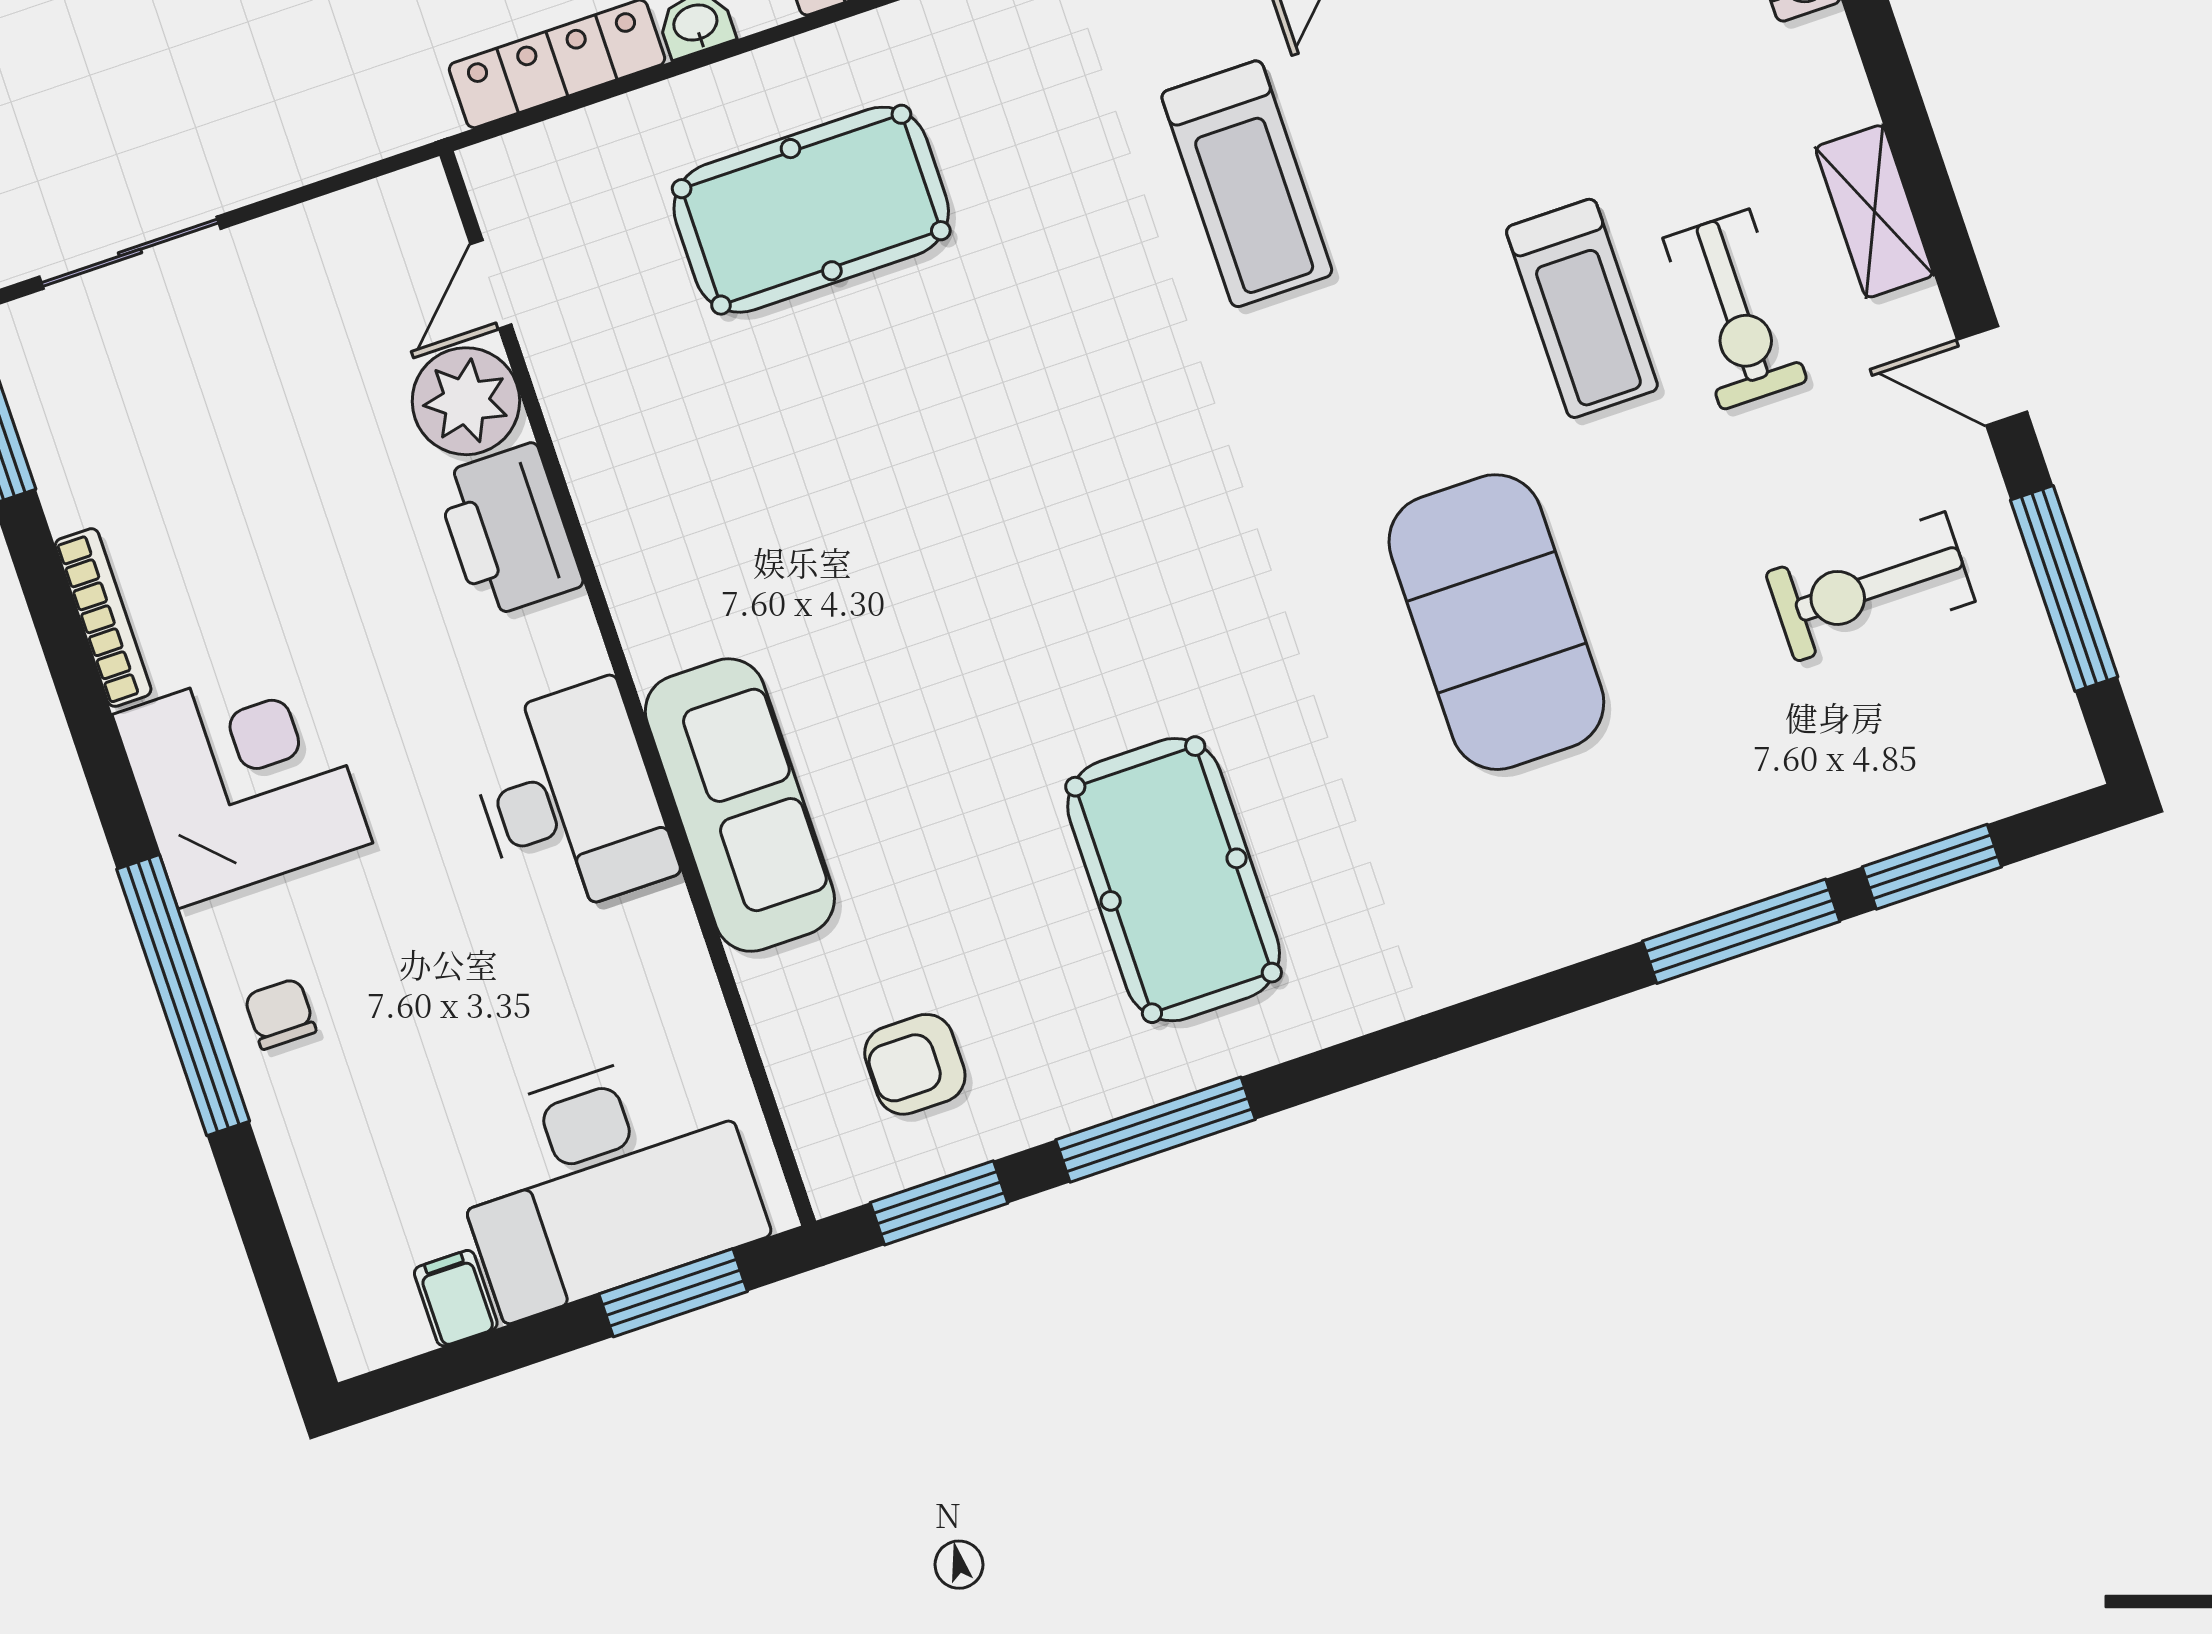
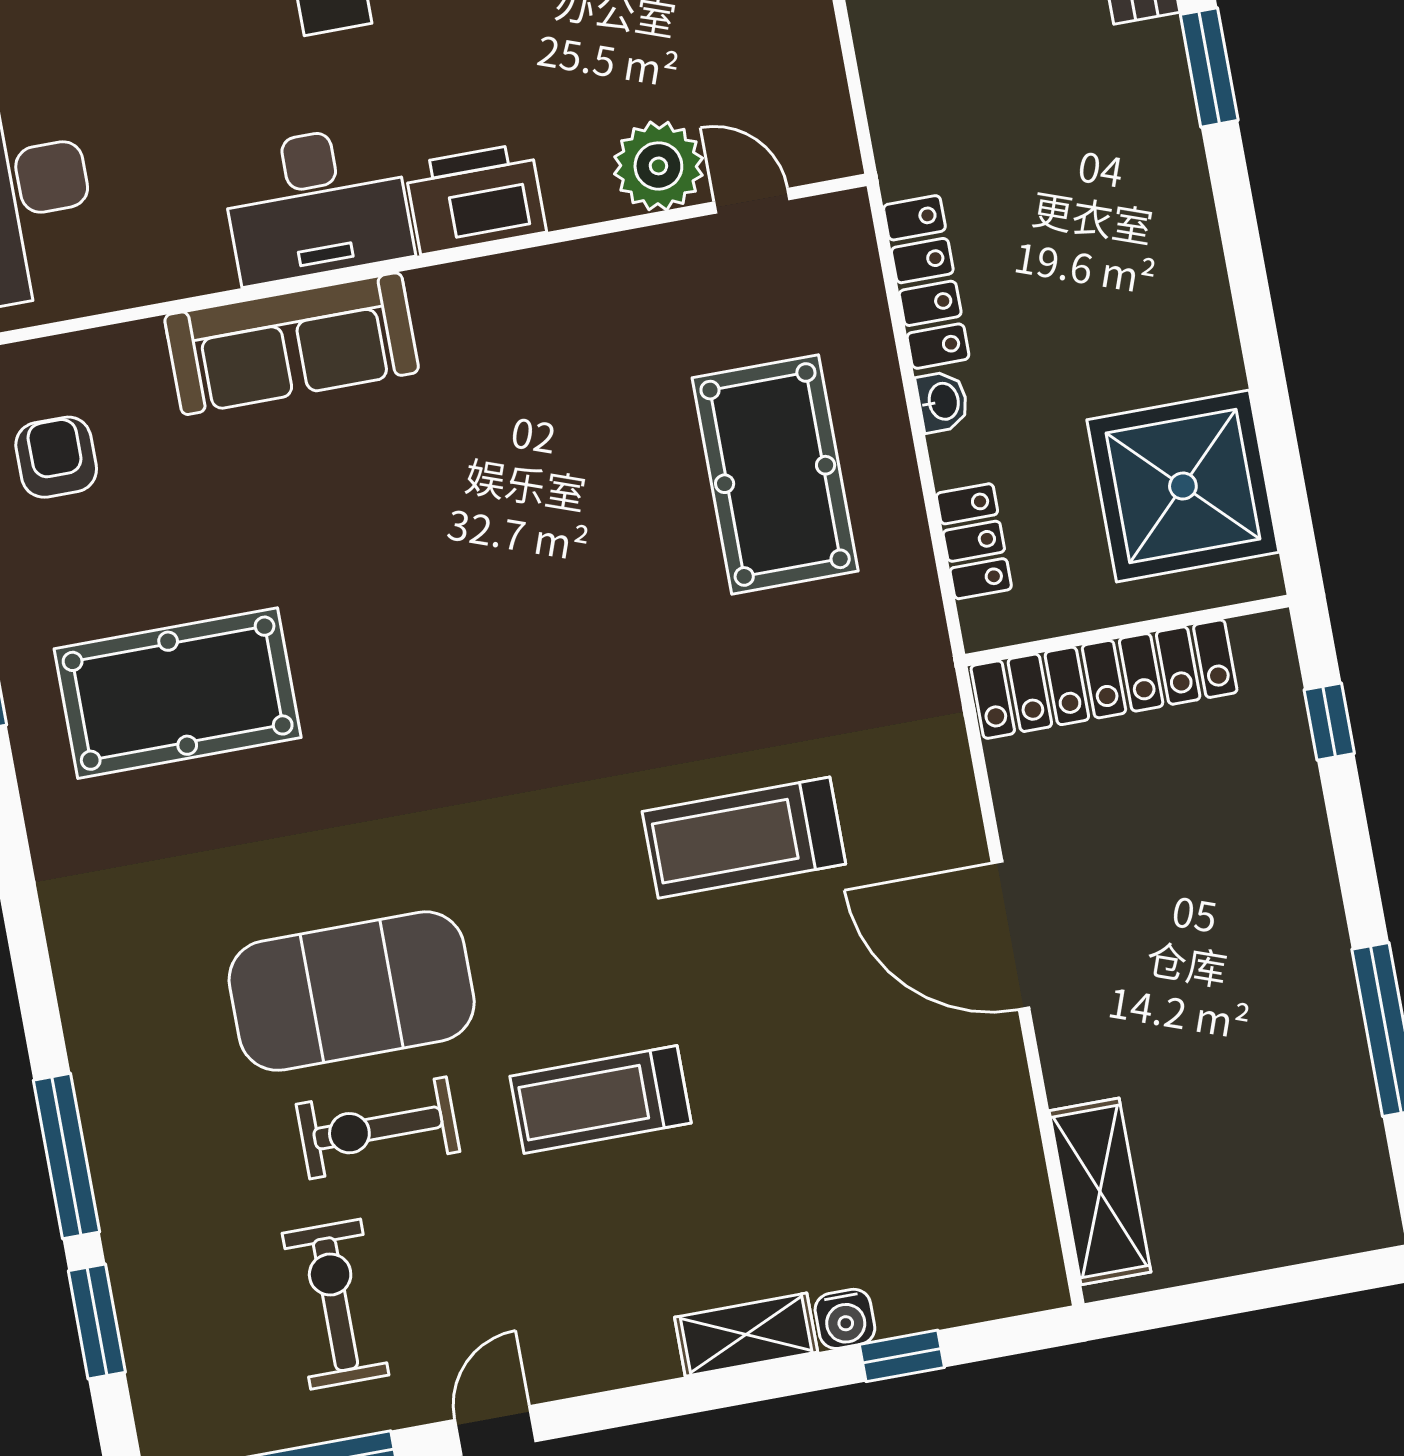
shelving: (1874, 211) -> (746, 1335), moved
exercise bike: (1735, 310) -> (378, 1128), moved
printer: (508, 531) -> (476, 198), moved

